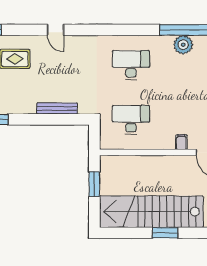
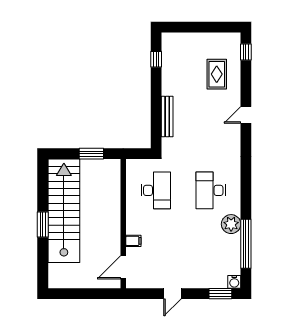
plant: (183, 45) -> (231, 224), moved
desk: (131, 65) -> (211, 190), turned 180

